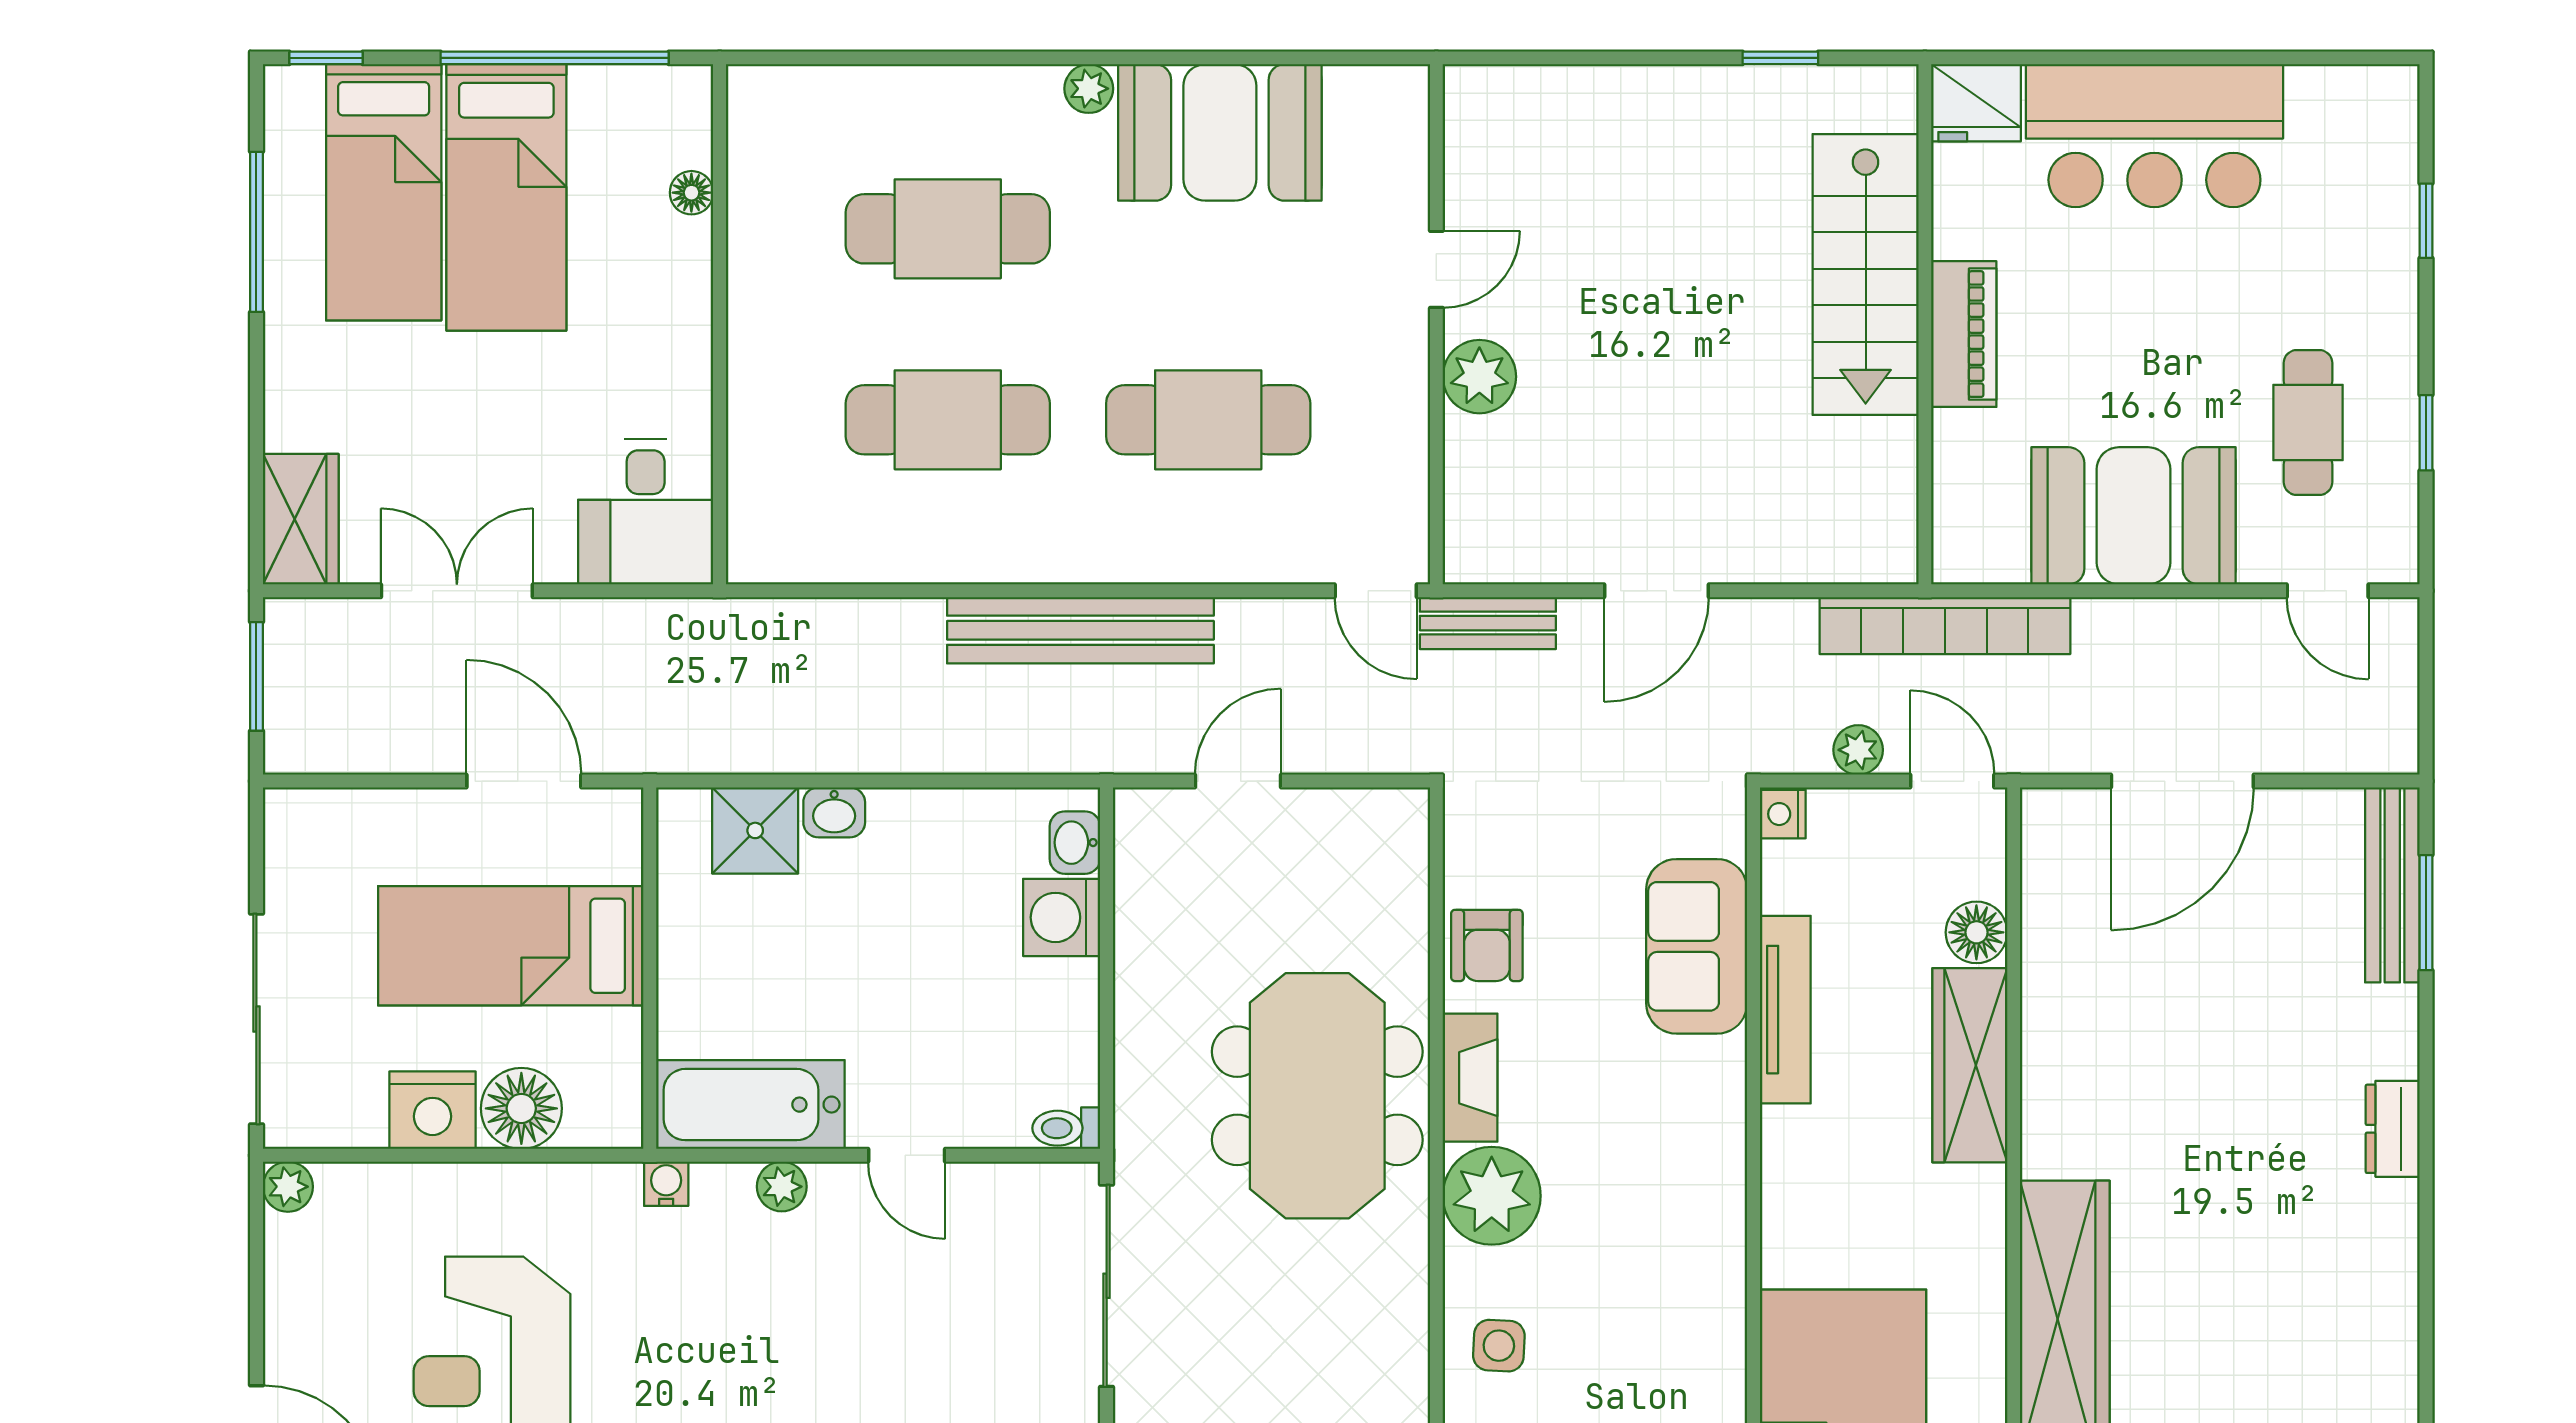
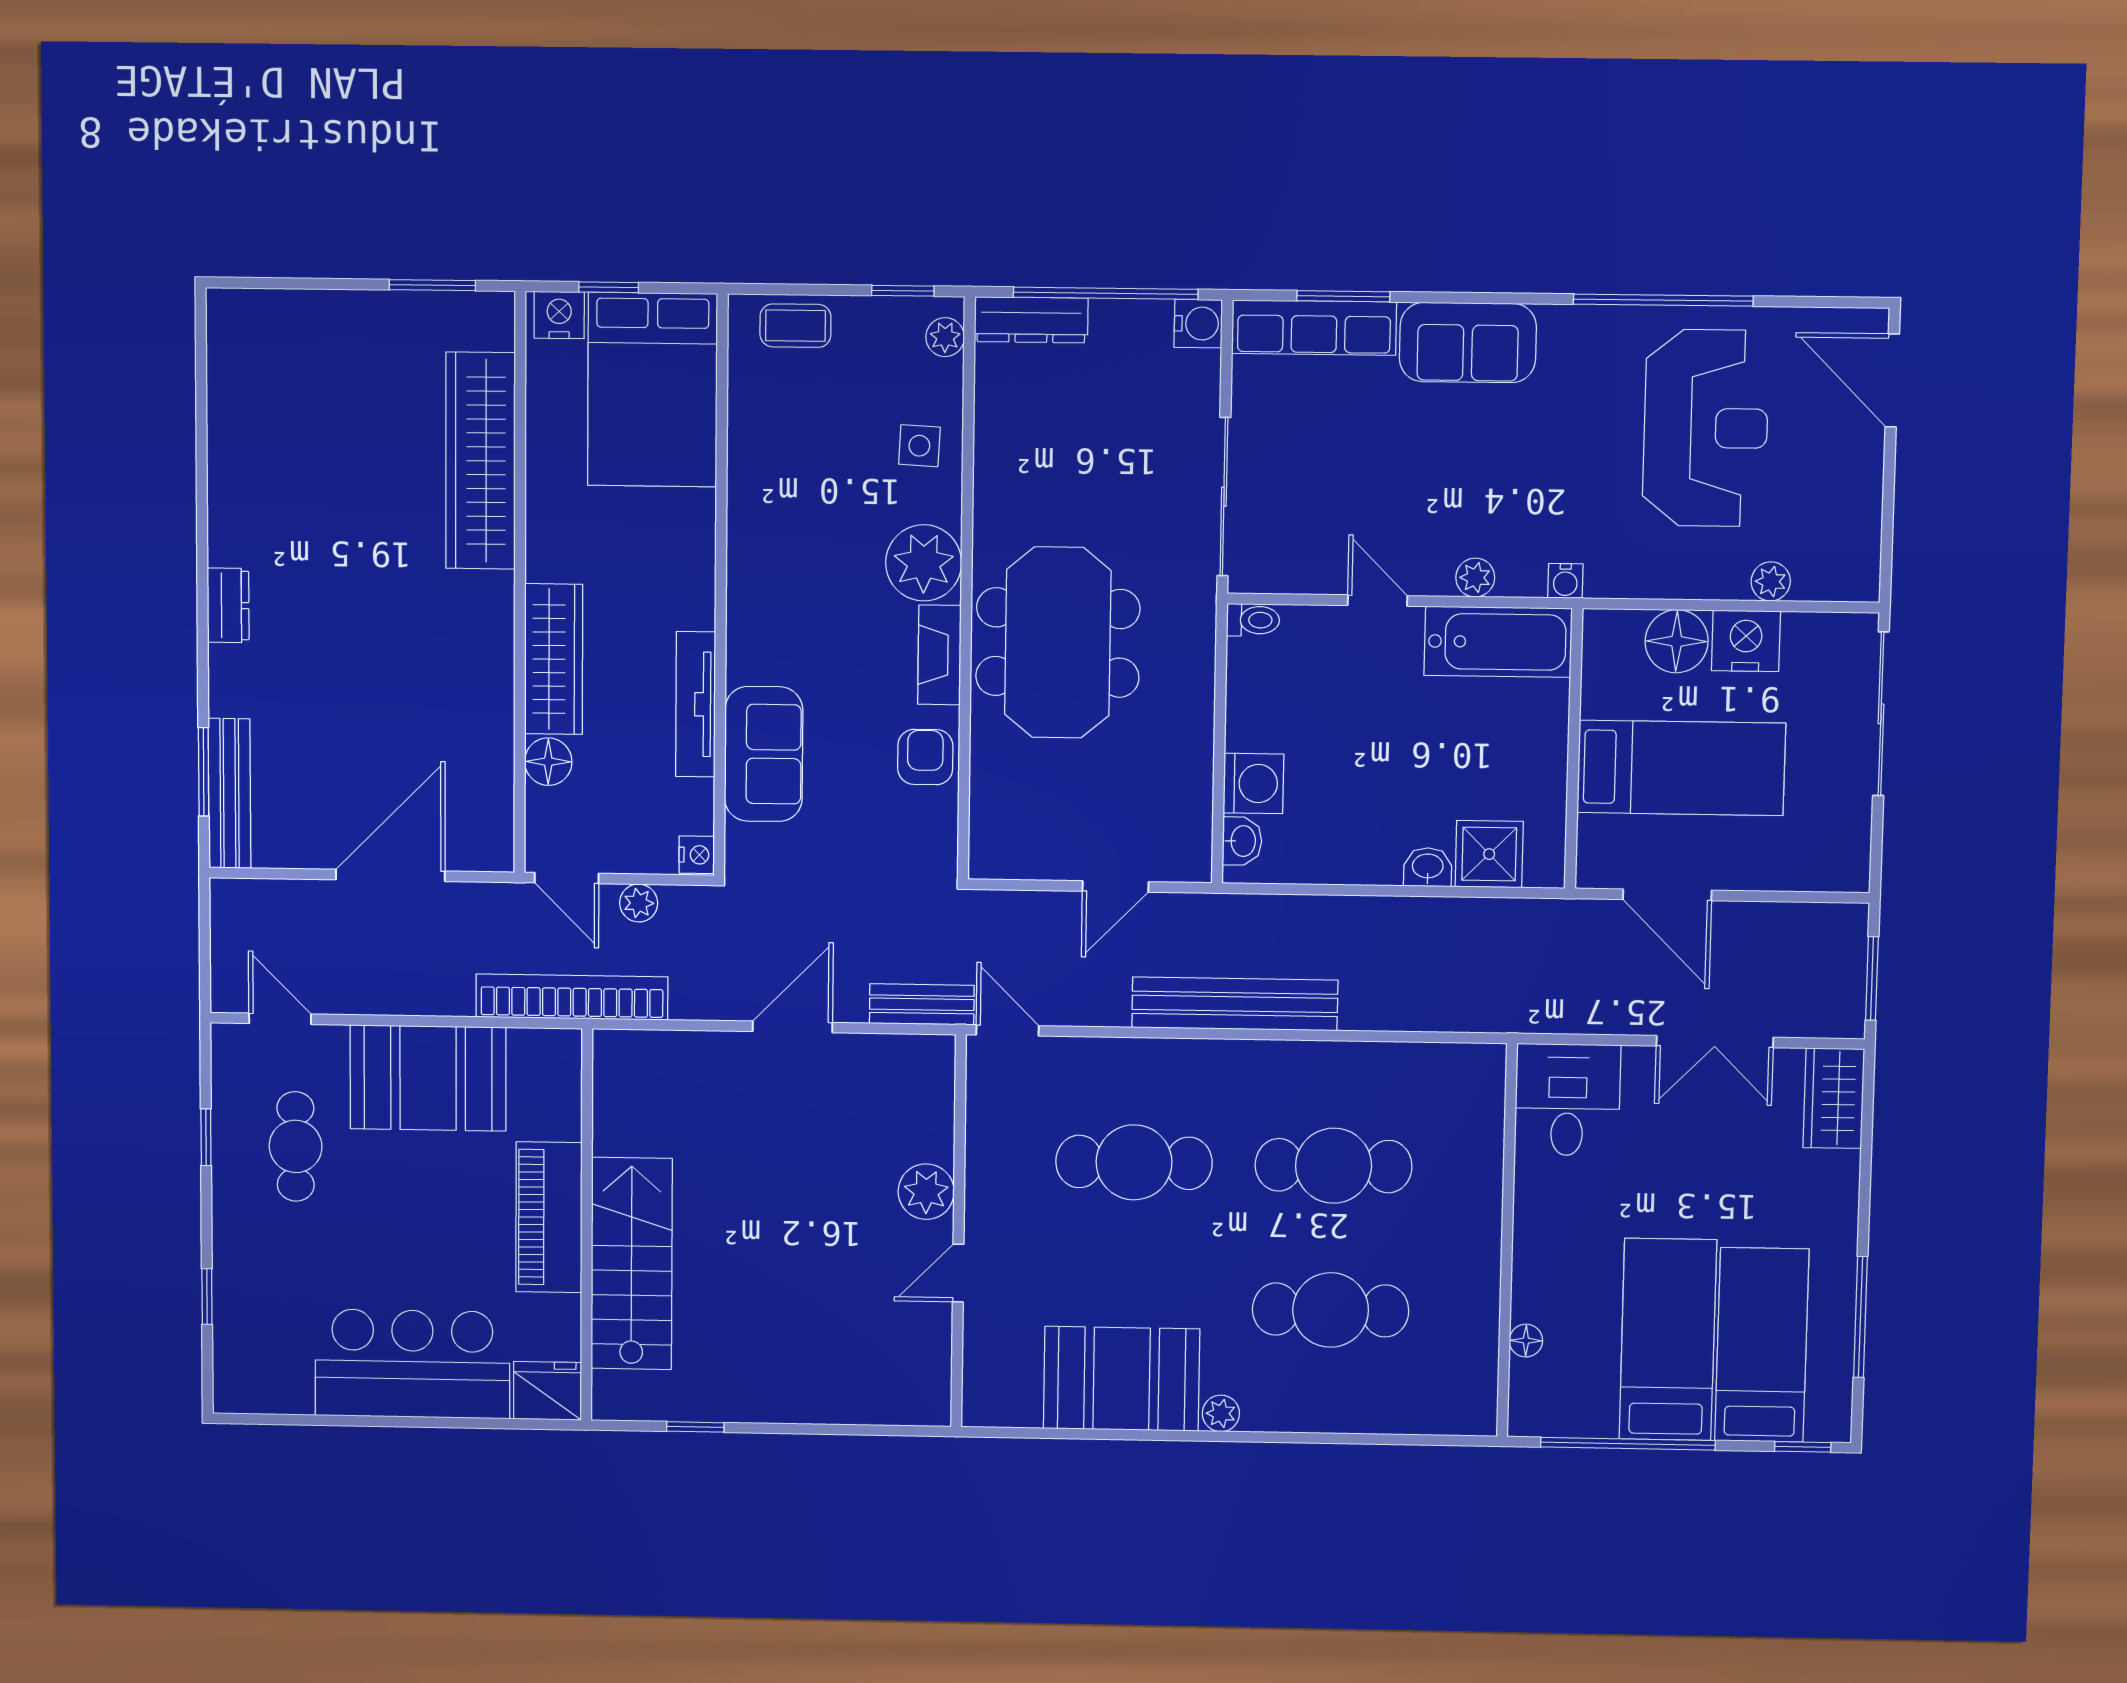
piano: (1964, 334) -> (549, 1217), width x1.37, depth x1.33
plant: (288, 1187) -> (1771, 581), moved

